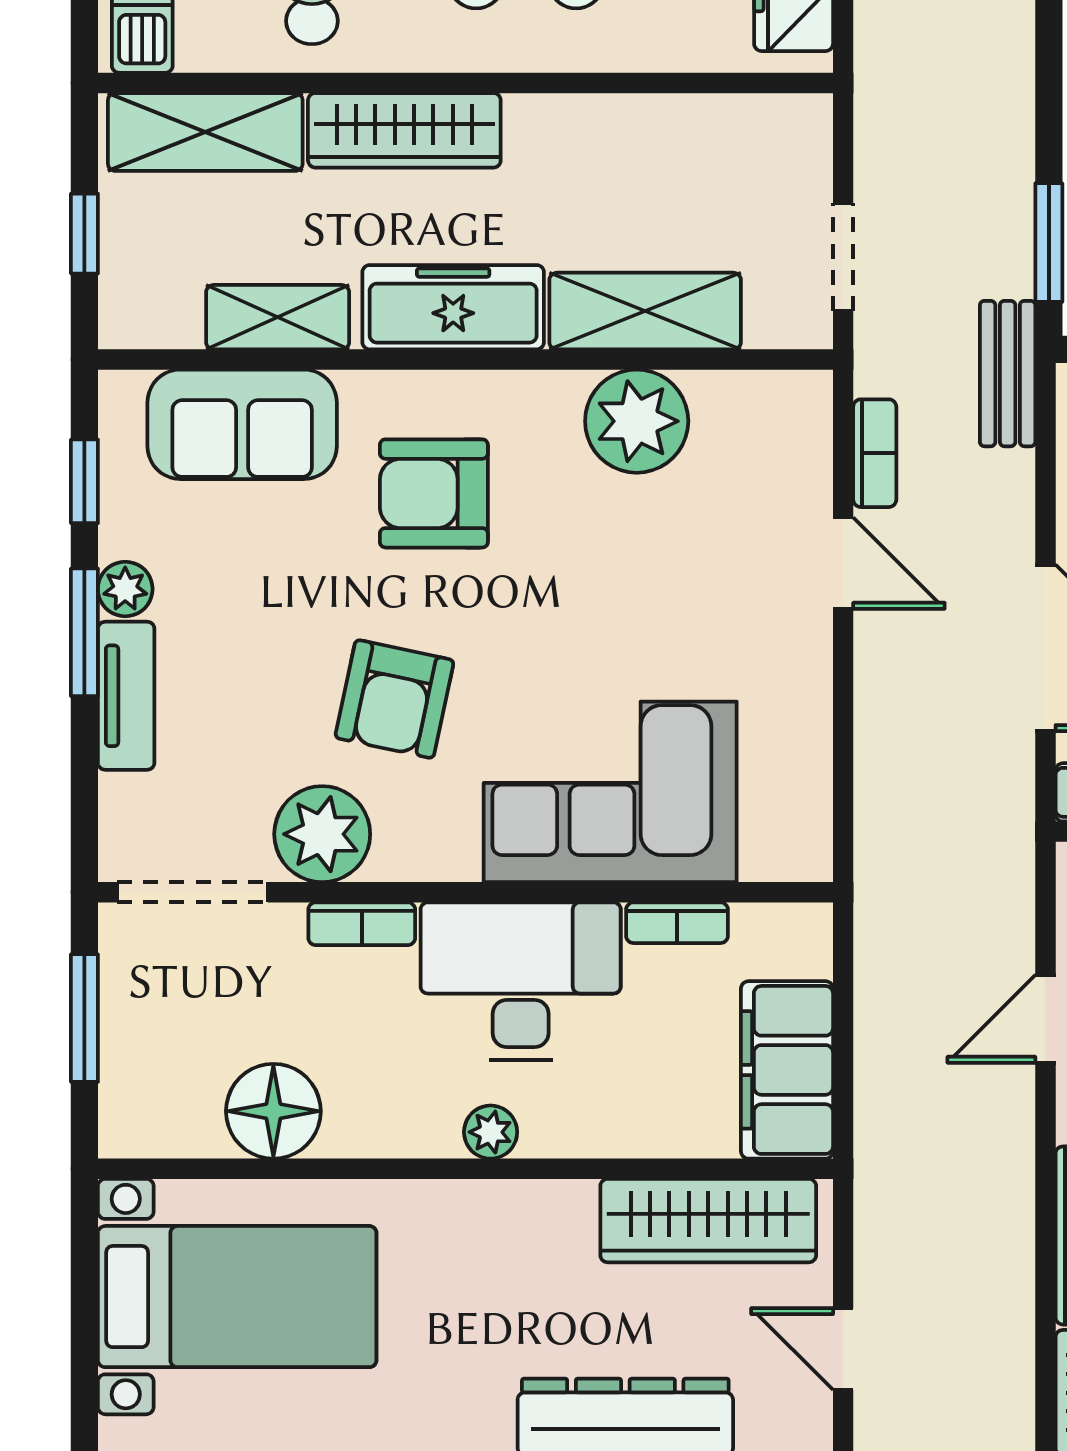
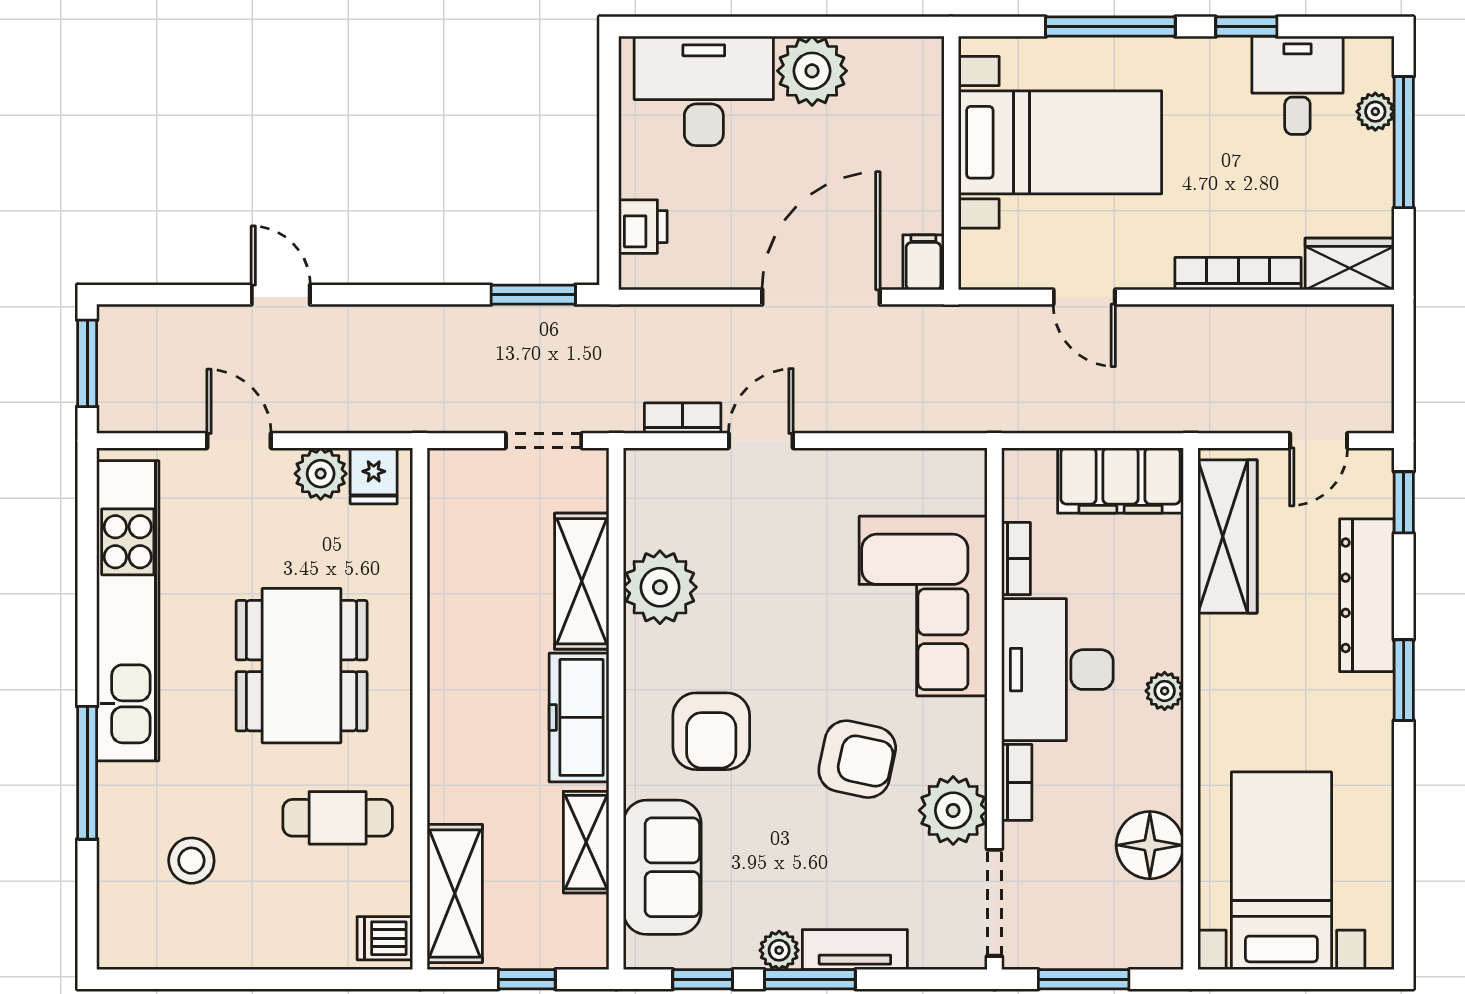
wardrobe: (404, 130) -> (454, 752), removed
bench: (1008, 374) -> (626, 324), removed

